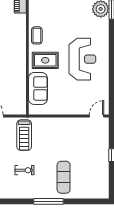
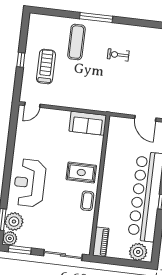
reception desk: (82, 59) -> (30, 183), moved
sofa: (38, 88) -> (88, 123), moved, turned -90
treadmill: (24, 135) -> (46, 67), moved

